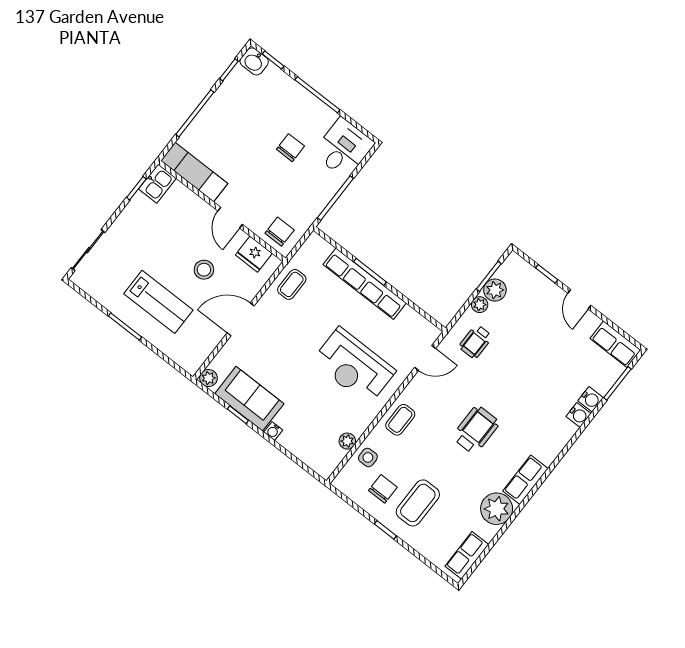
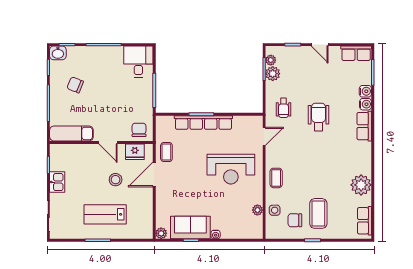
chair: (290, 148) -> (75, 85), moved, turned -68
kitchen sink: (157, 184) -> (57, 182), moved
lab bench: (158, 302) -> (105, 214), turned 180
plant: (480, 305) -> (271, 60), moved
door: (241, 319) -> (154, 175), moved
wheelchair: (476, 430) -> (319, 117), moved
row of seats: (525, 480) -> (364, 126), moved
chair: (383, 489) -> (295, 220), turned -90

